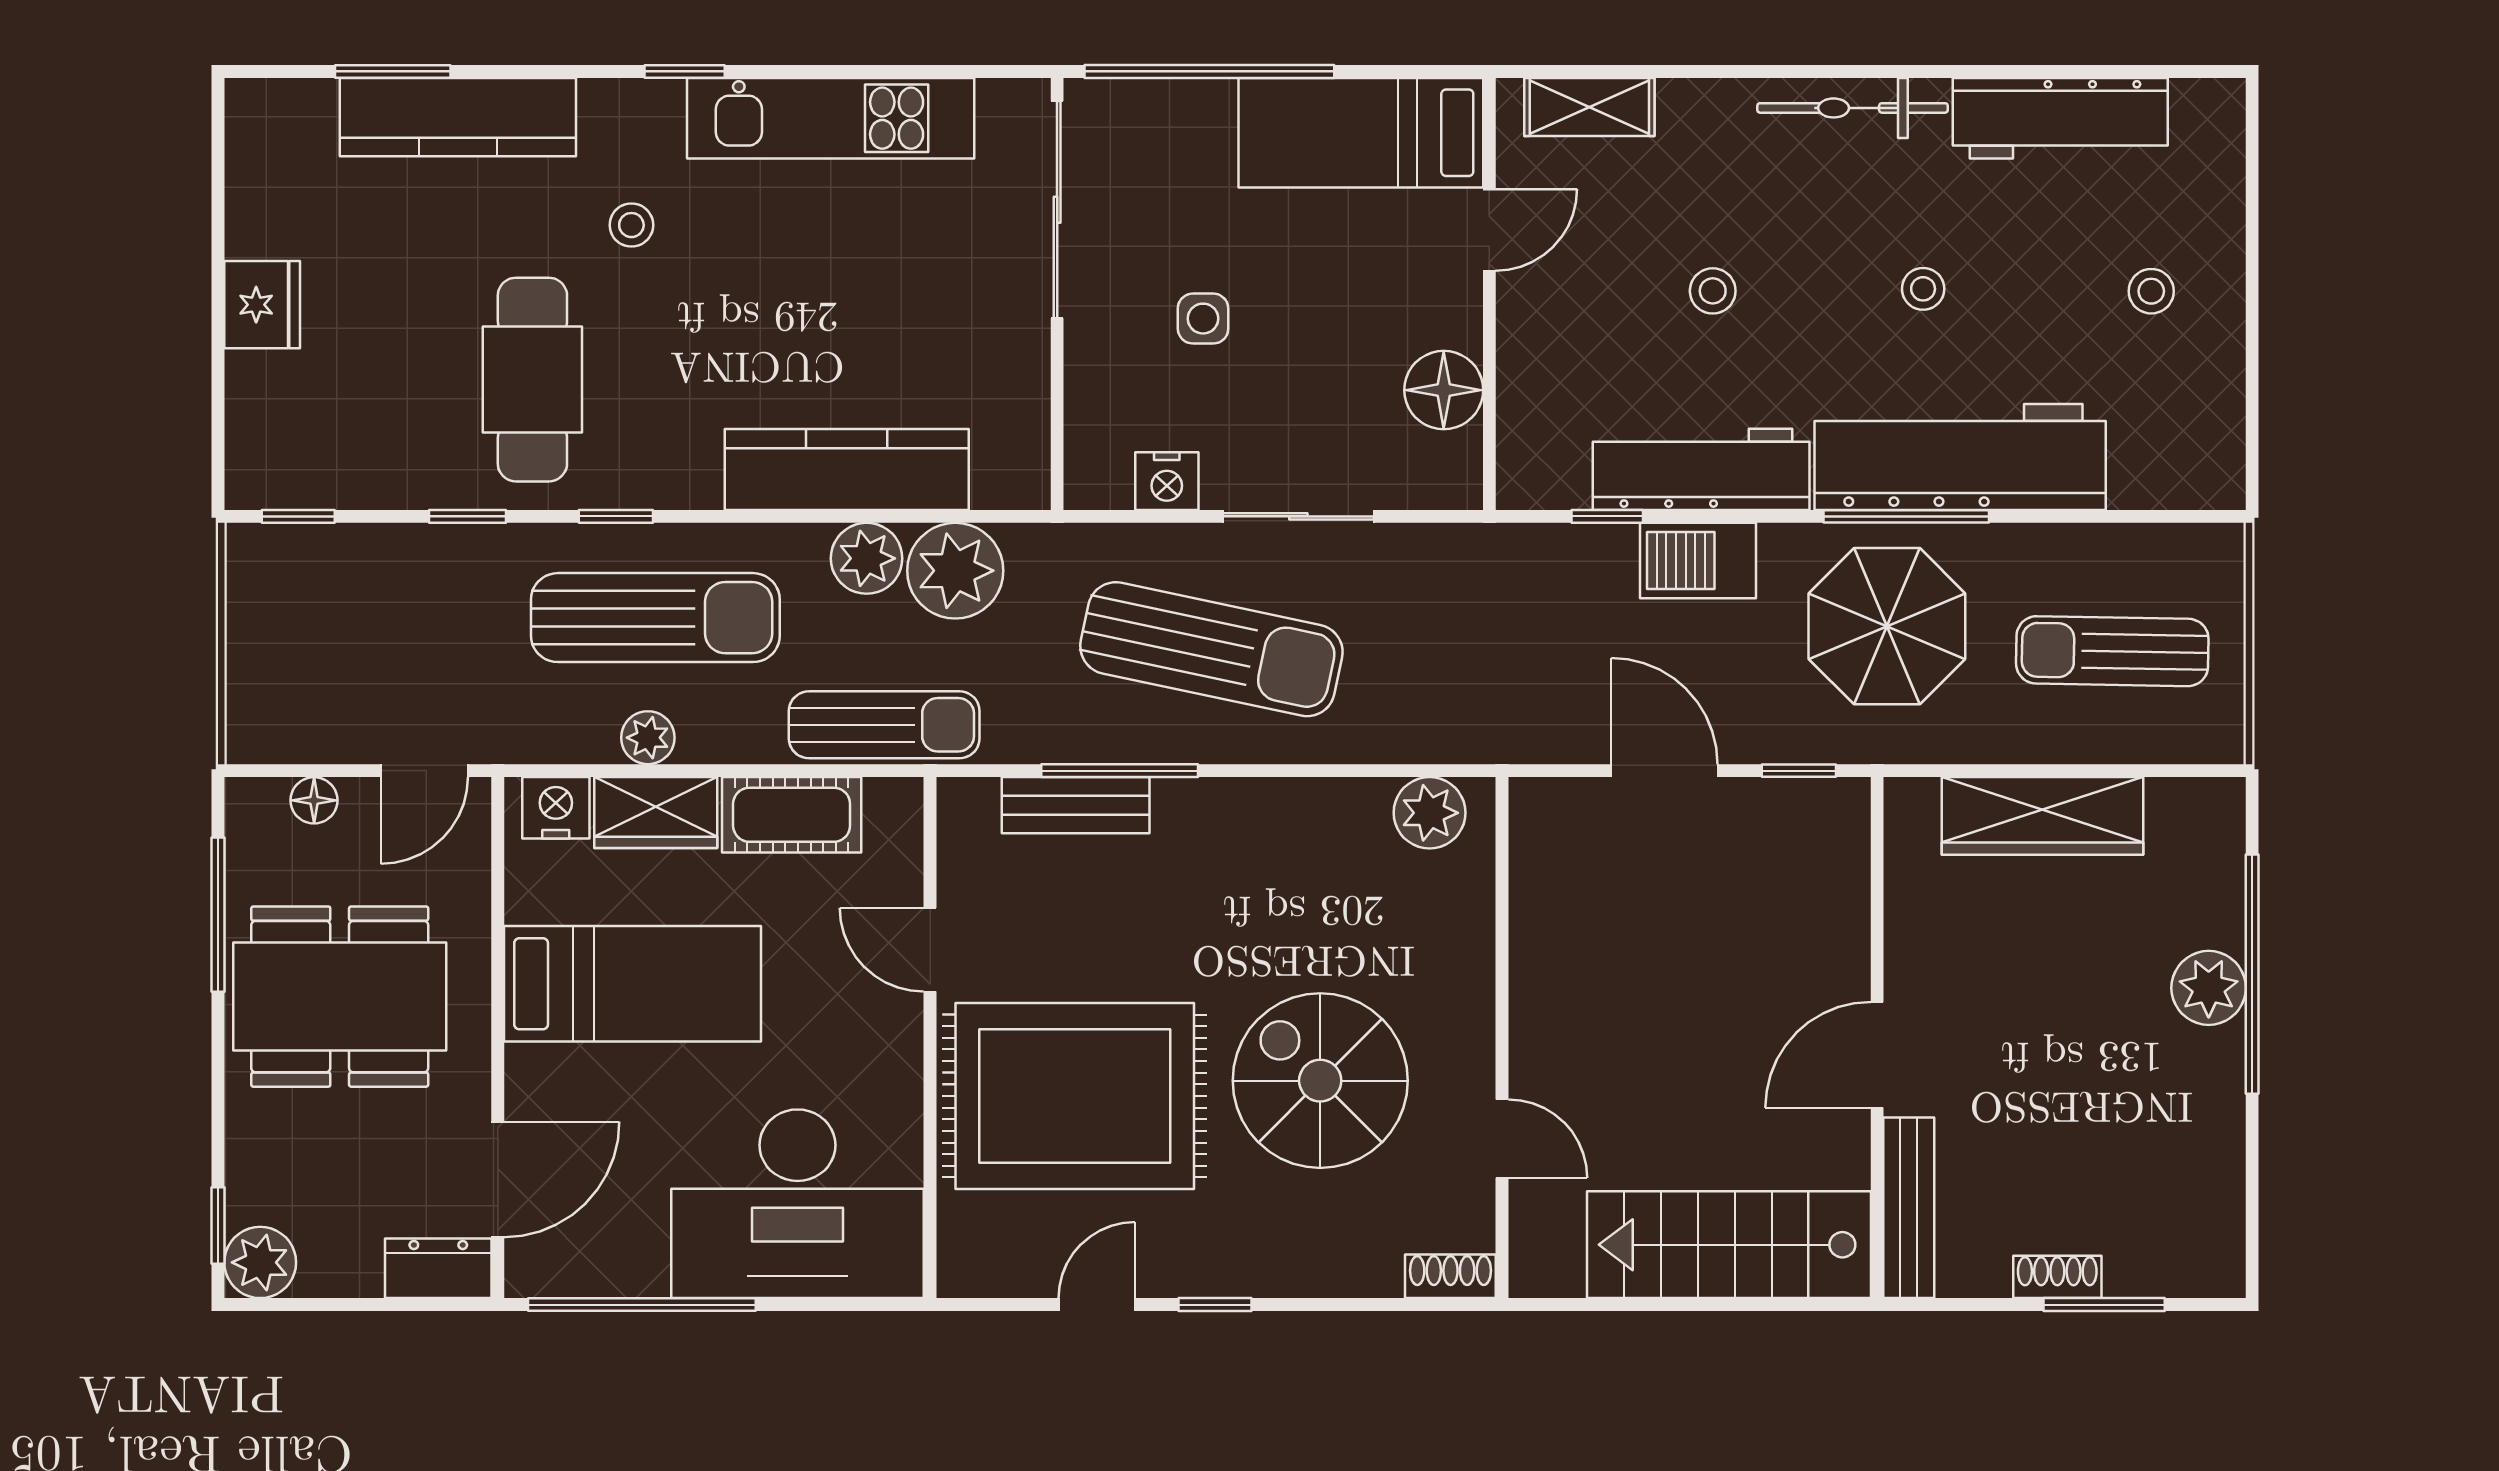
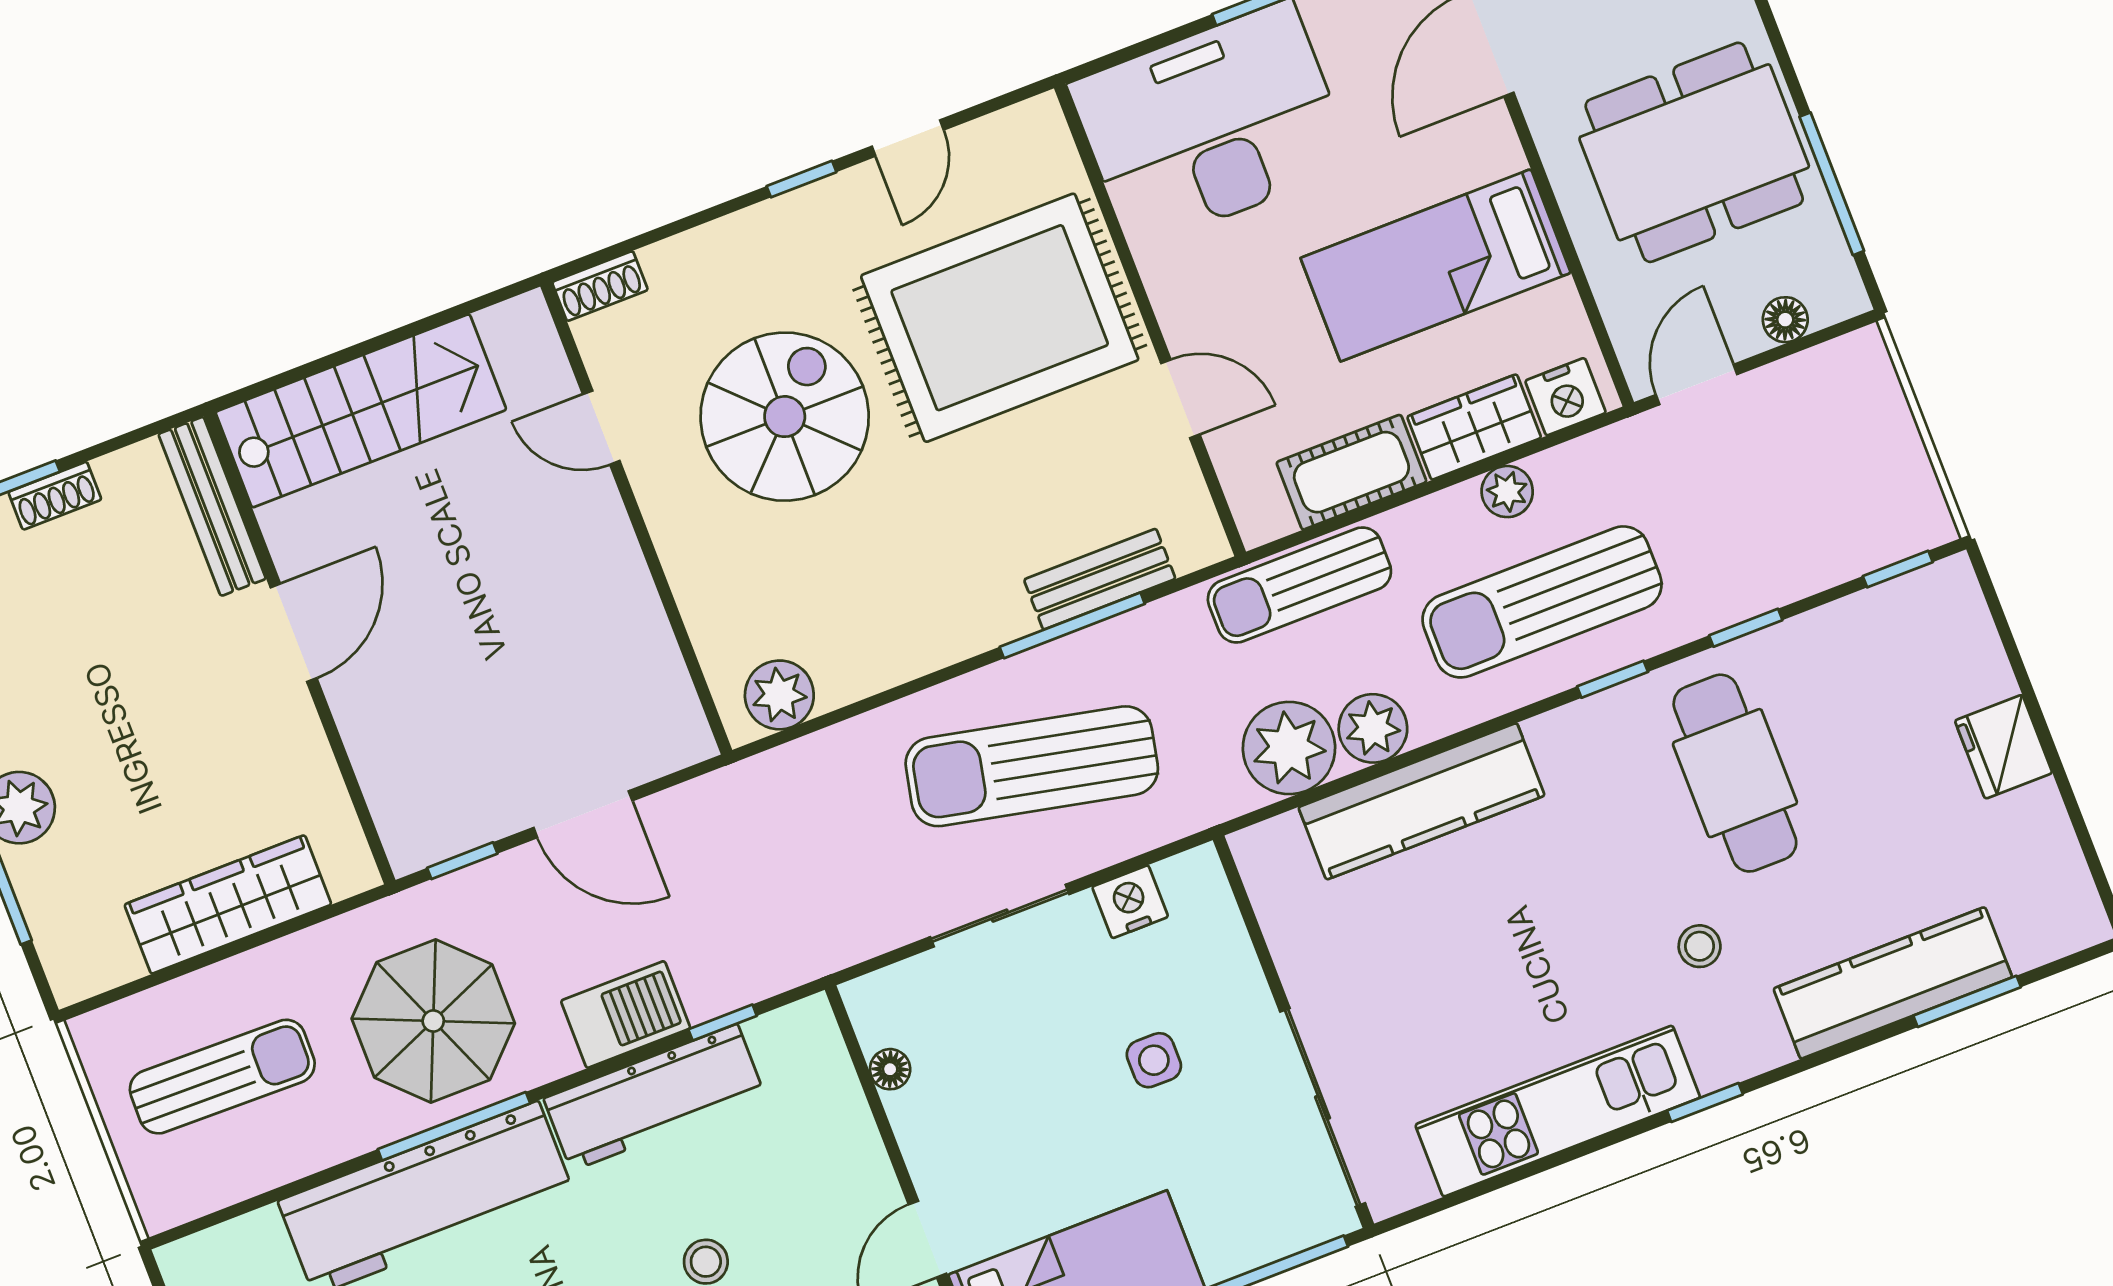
floor lamp: (1444, 390) -> (890, 1069), width x0.53, depth x0.53
spiral stairs: (1320, 1081) -> (785, 417), turned -90

